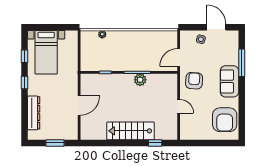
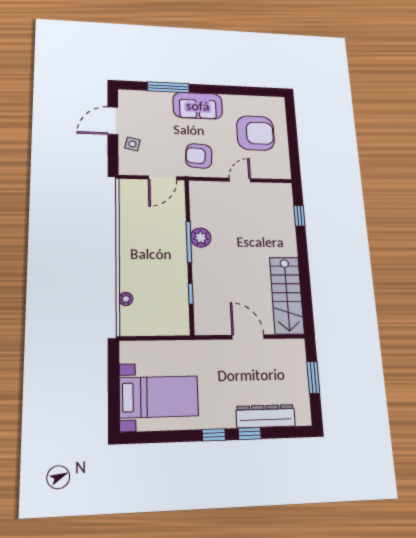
window: (24, 56) -> (250, 434), moved
door: (179, 57) -> (162, 178), hinge flipped
armchair: (225, 120) -> (255, 133), moved
stairs: (131, 131) -> (287, 295), moved

